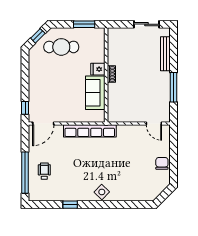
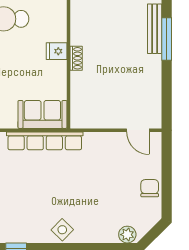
window: (174, 87) -> (167, 39), moved
sofa: (95, 93) -> (42, 114), moved, turned 90
plant: (147, 195) -> (127, 235), added

